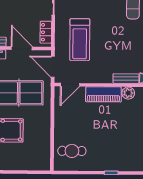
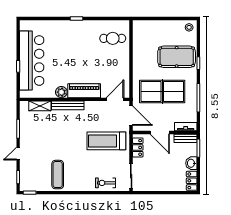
treadmill: (80, 40) -> (106, 141), turned -90
bench: (126, 79) -> (68, 105), width x1.36

